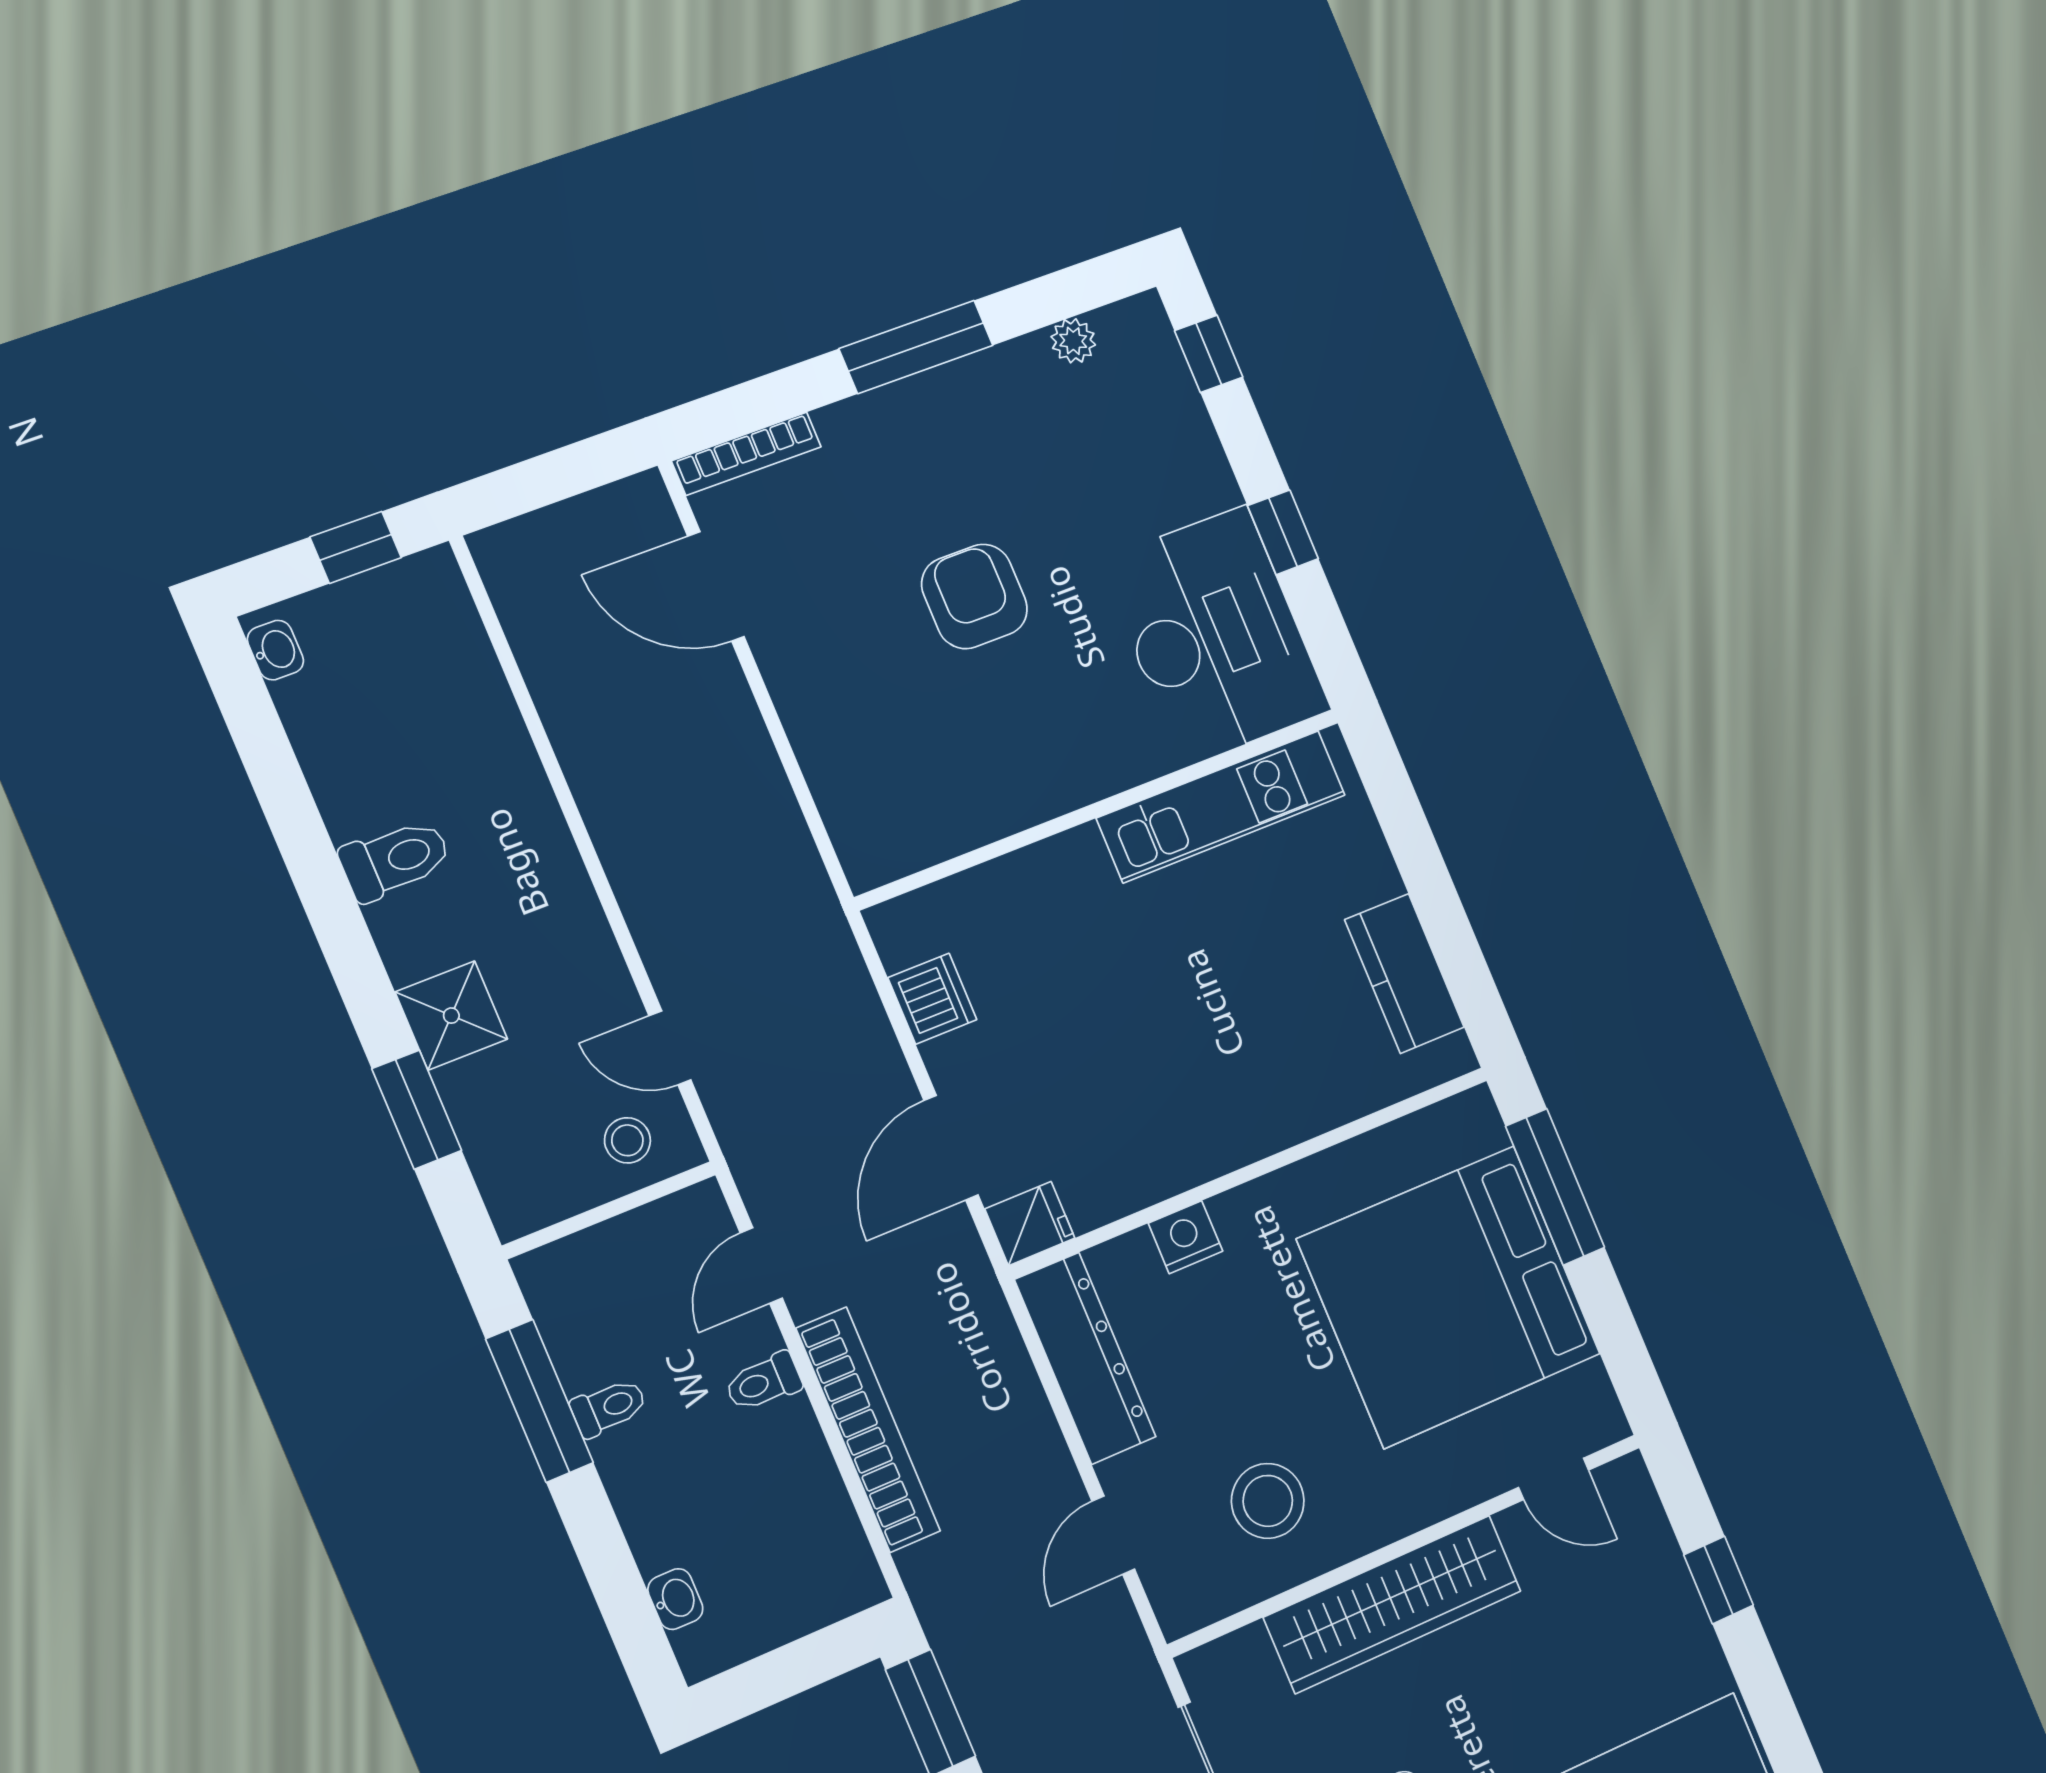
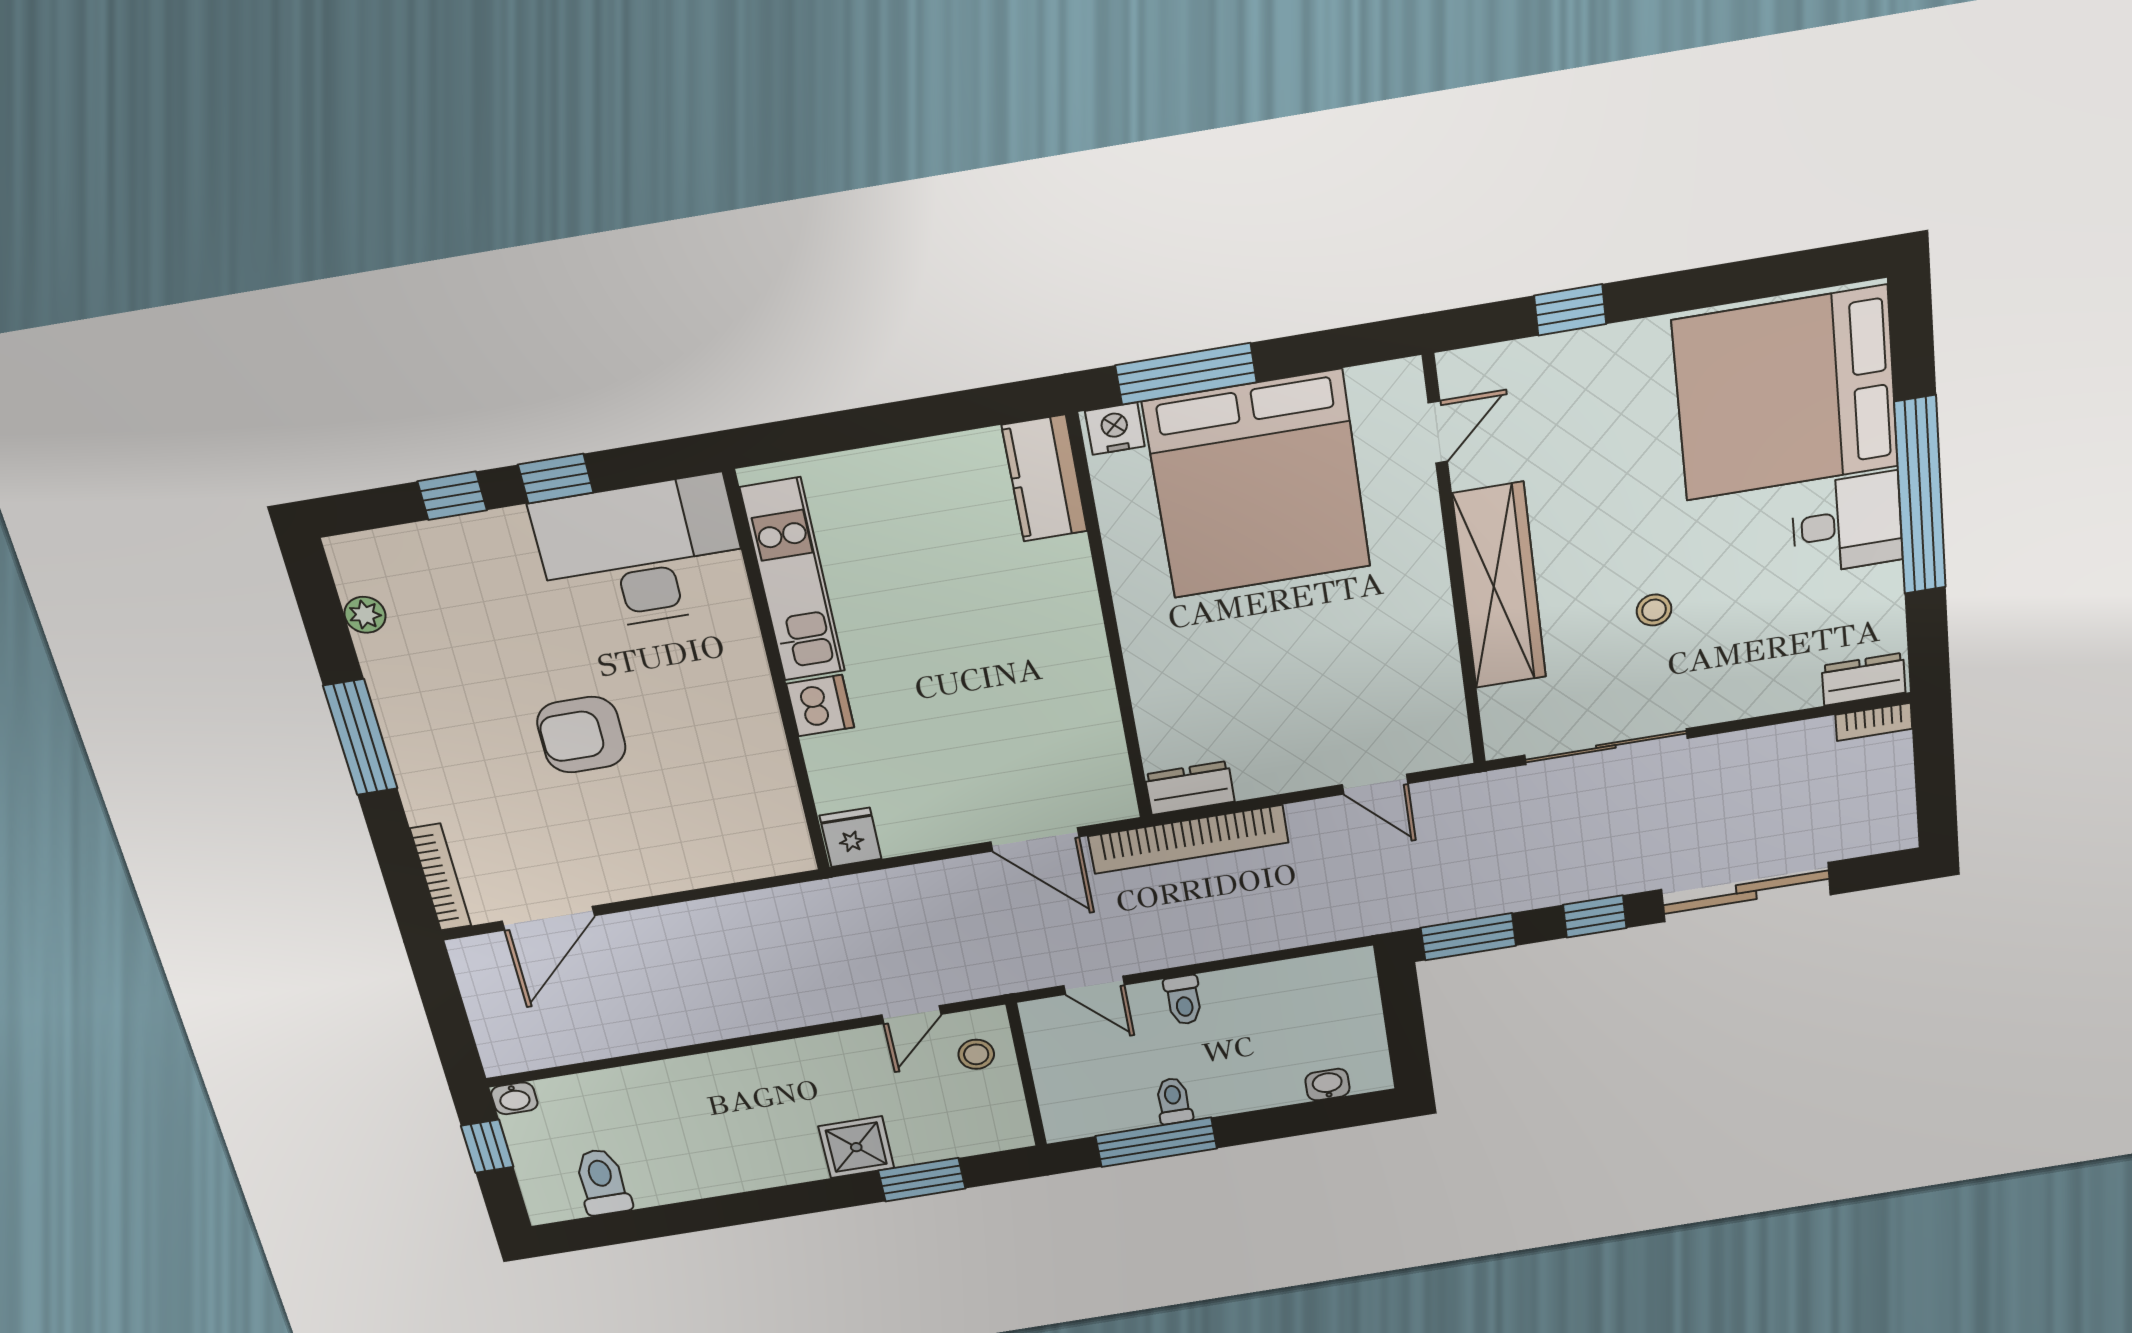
window: (1209, 354) -> (452, 496), moved
washbasin: (275, 650) -> (514, 1098), moved, turned 180
toilet: (395, 860) -> (602, 1182), moved
kitchen counter: (1404, 973) -> (1045, 478), moved, turned 90
dishwasher: (932, 999) -> (820, 706), moved, turned 90
fridge: (1030, 1224) -> (851, 837), moved
nightstand: (1185, 1237) -> (1115, 429), moved, turned 90
dresser: (1085, 1358) -> (1190, 788), width x0.51, depth x0.80
bookcase: (868, 1430) -> (1188, 839), moved, turned 180
stool: (1268, 1501) -> (1384, 665), removed

